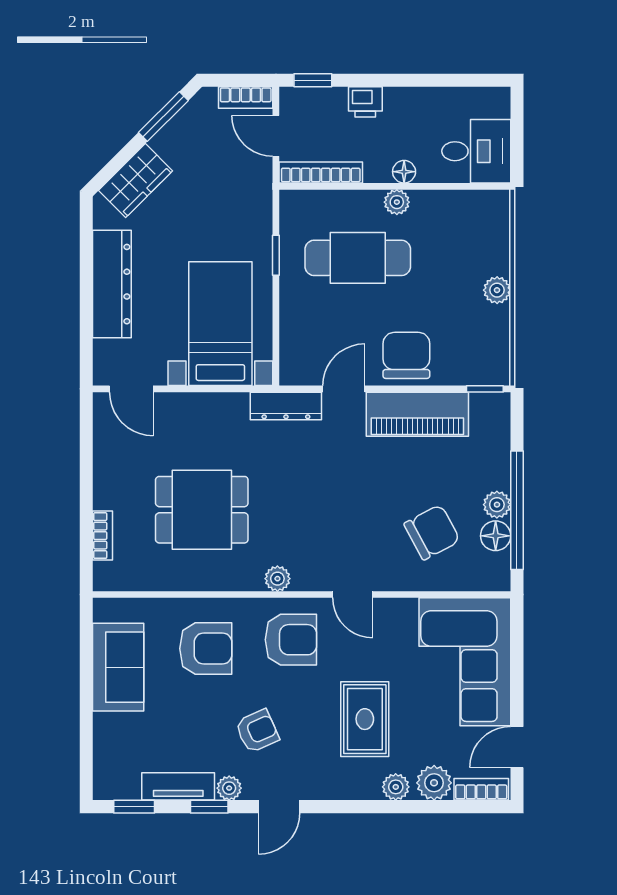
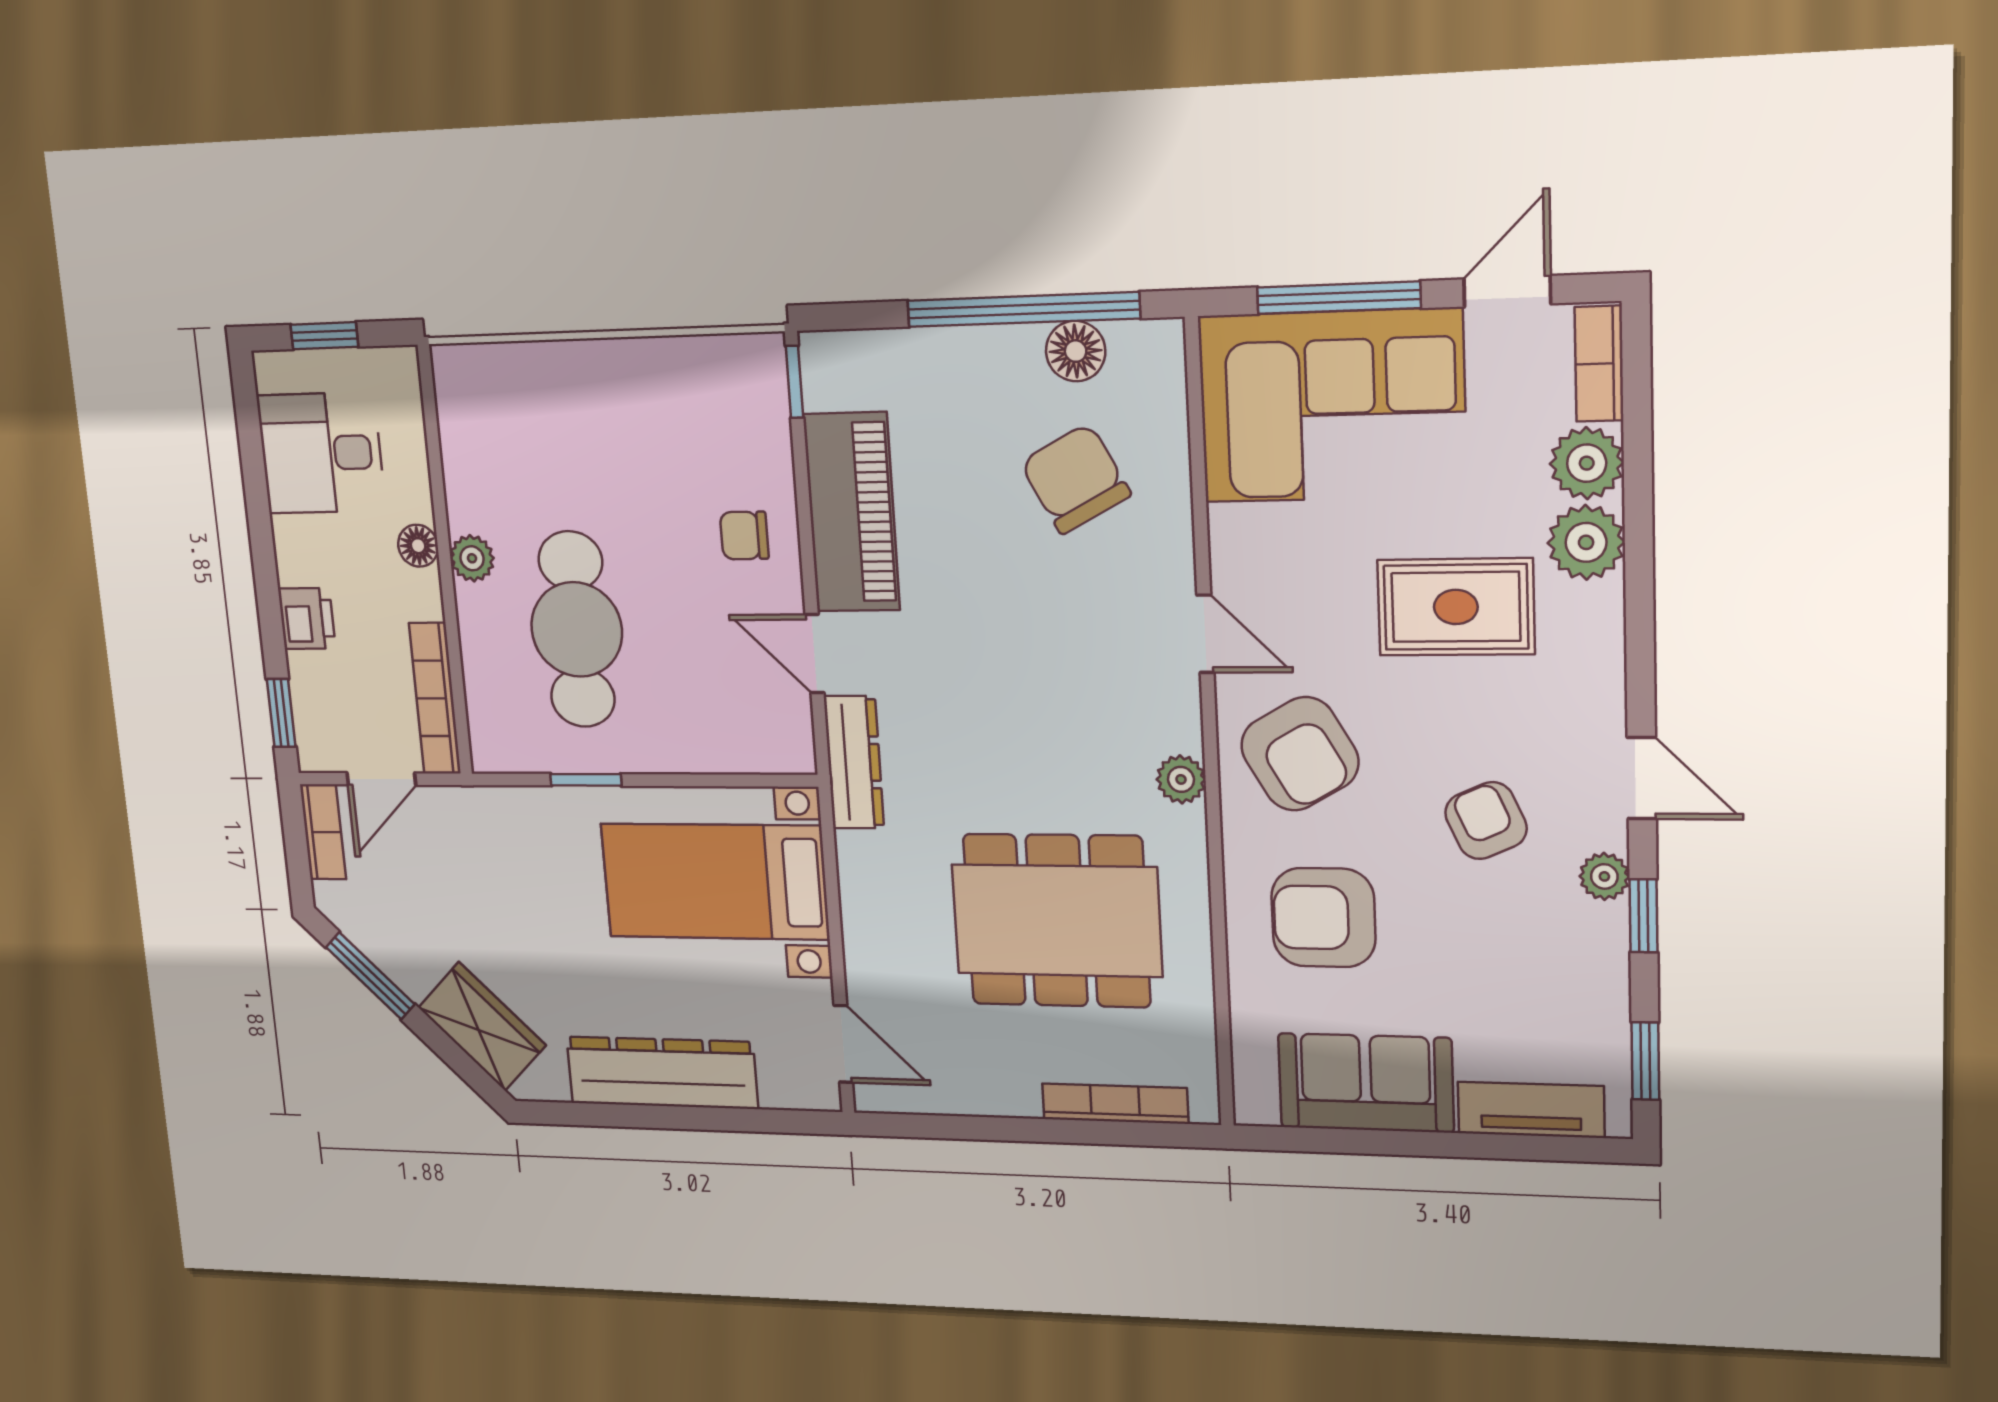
window: (517, 130) -> (324, 336), added
desk: (476, 151) -> (321, 453), moved, turned -90
plant: (497, 290) -> (611, 364), removed
chair: (406, 355) -> (744, 536), width x0.54, depth x0.54
door: (131, 389) -> (843, 1044), hinge flipped
plant: (497, 505) -> (1014, 350), removed
dining table: (202, 510) -> (1057, 921), width x1.38
bookcase: (103, 536) -> (1115, 1104), width x1.56
door: (353, 595) -> (1205, 634), hinge flipped
armchair: (291, 640) -> (1300, 754), turned 150
armchair: (206, 649) -> (1323, 918), turned -90
window: (517, 667) -> (1339, 298), added
door: (517, 747) -> (1507, 291), swing flipped
tv unit: (178, 786) -> (1531, 1110), moved, turned 90
plant: (396, 787) -> (1586, 542), width x1.38, depth x1.38

